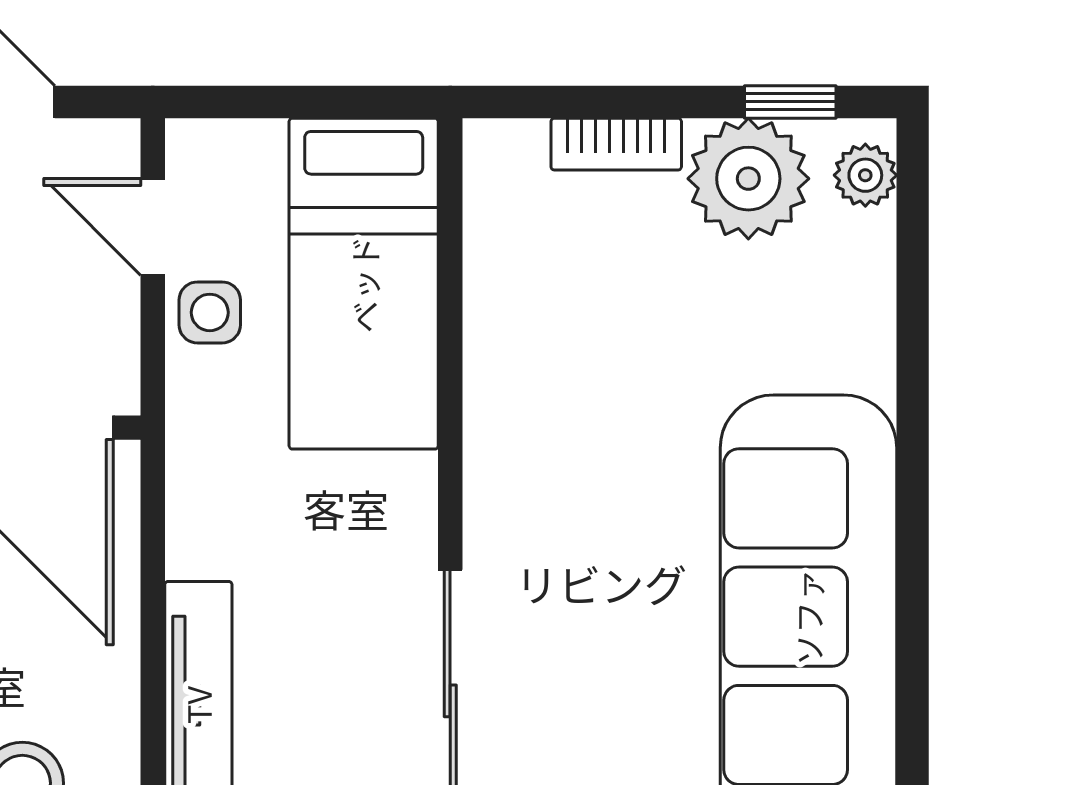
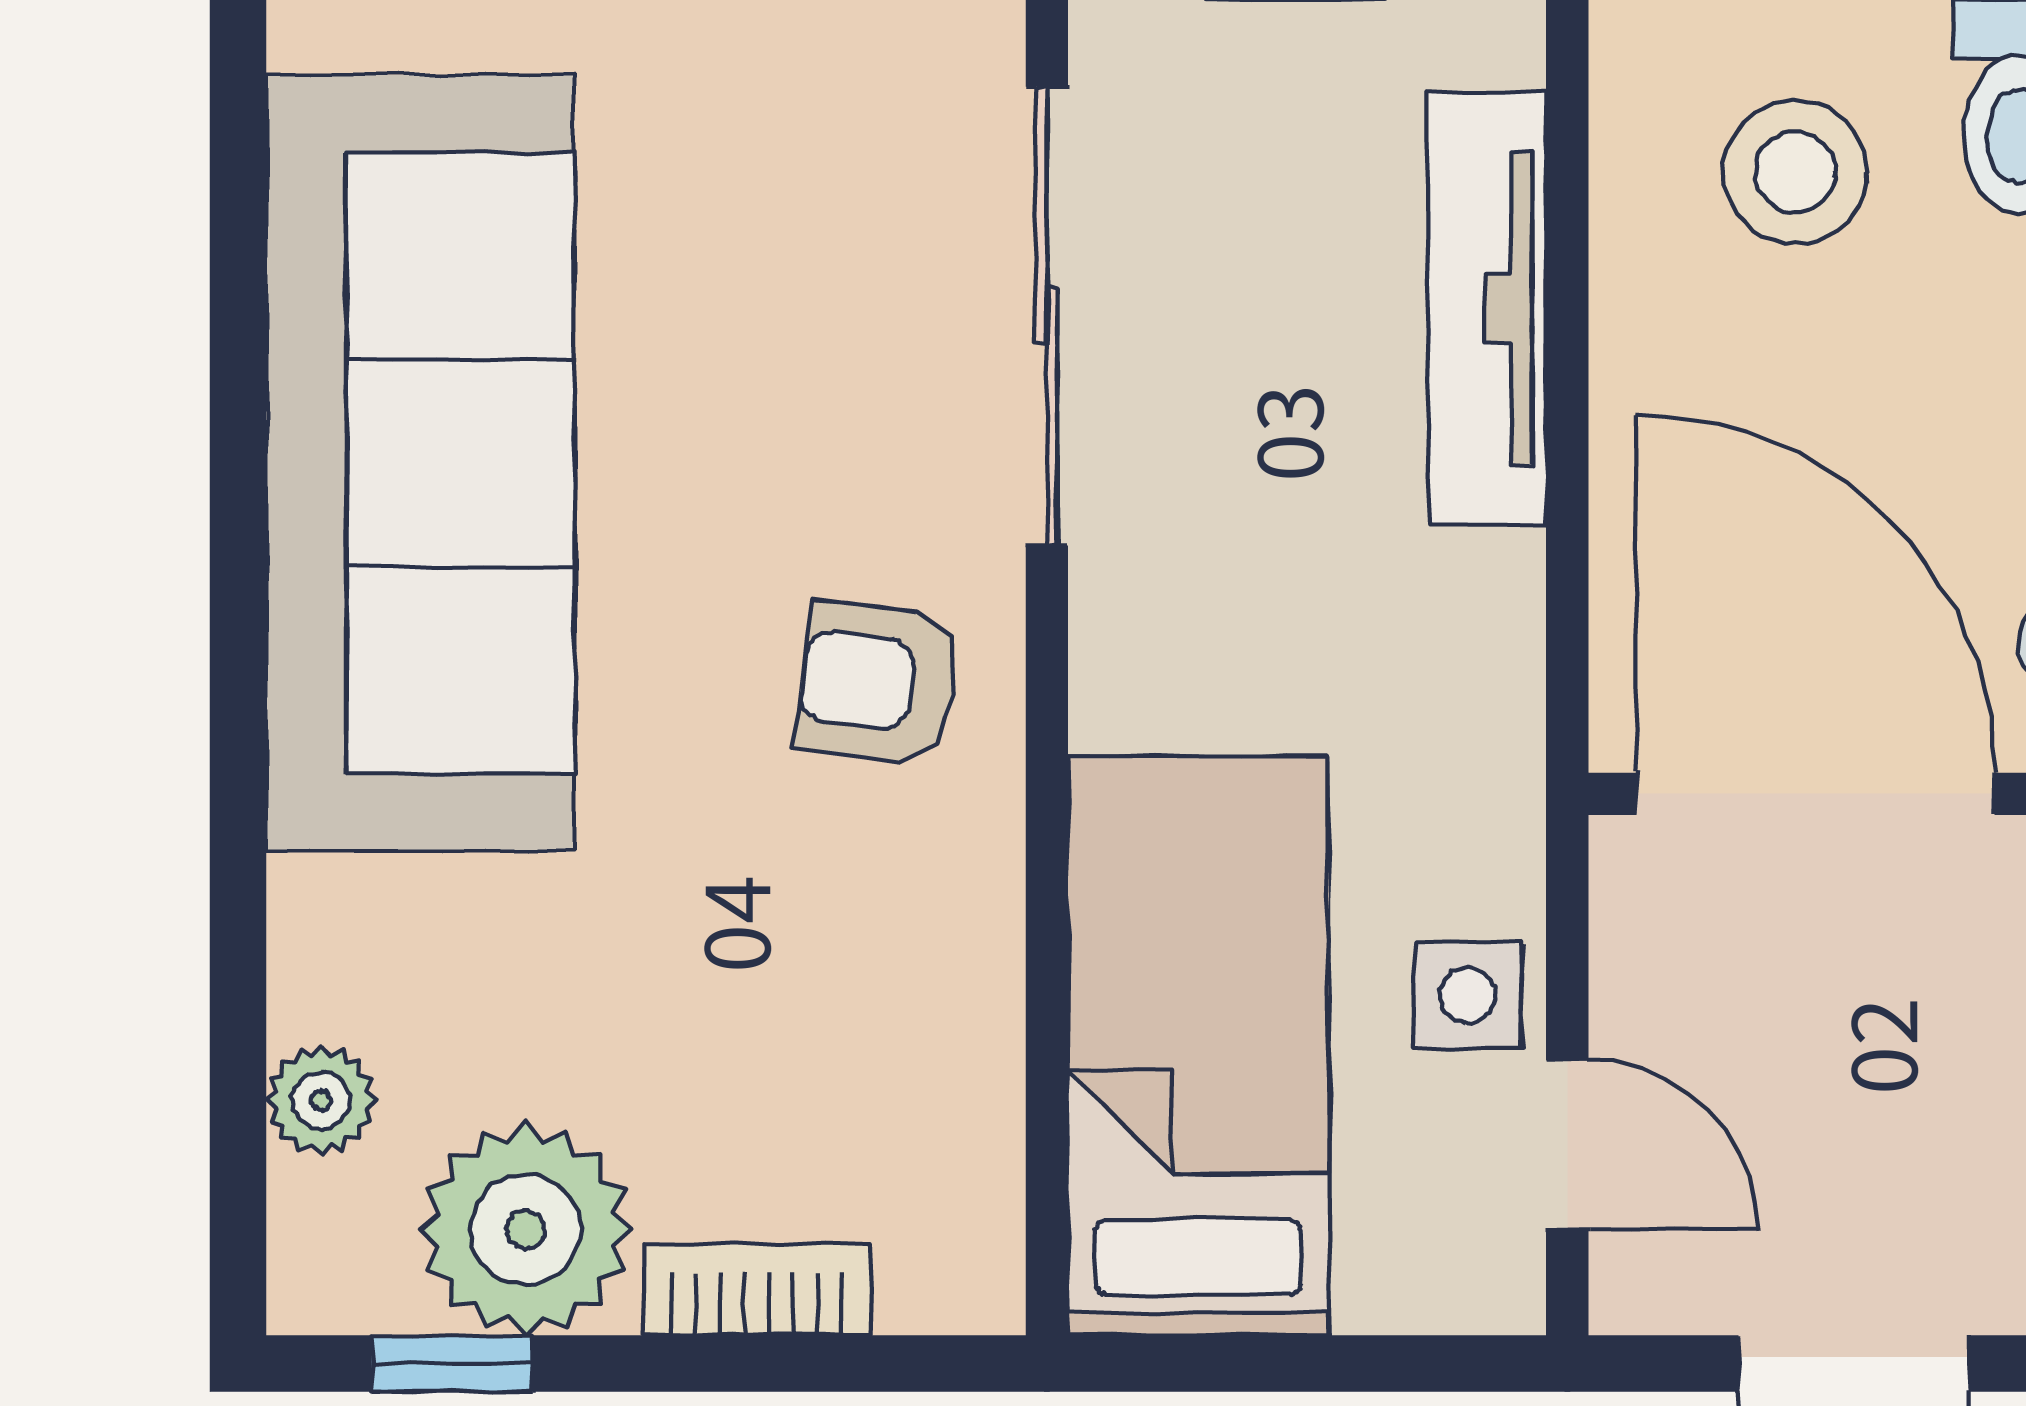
plant: (865, 175) -> (321, 1100), moved
armchair: (547, 491) -> (878, 683), added

